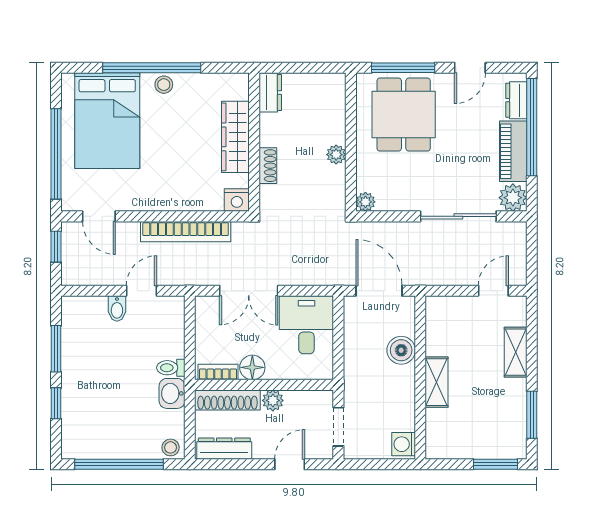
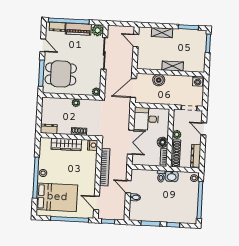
door: (99, 216) -> (96, 203), swing flipped

